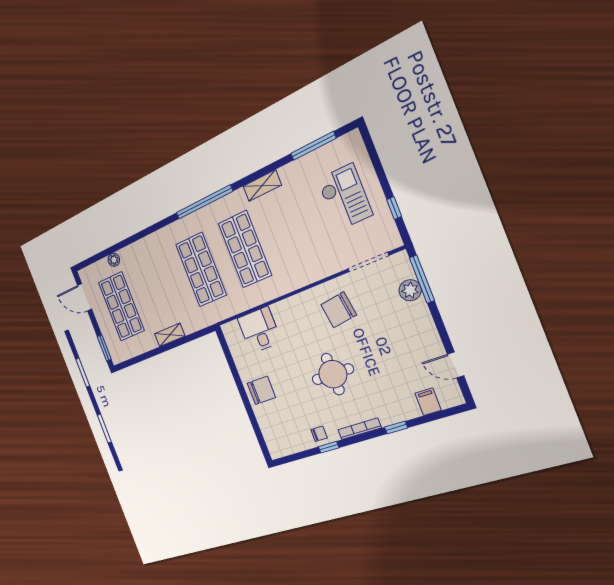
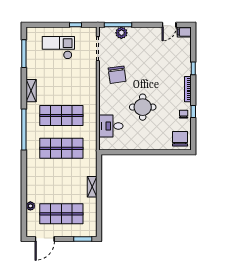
round table: (333, 374) -> (143, 107), moved
chair: (261, 390) -> (180, 139), moved
filing cabinet: (428, 402) -> (184, 32), moved

